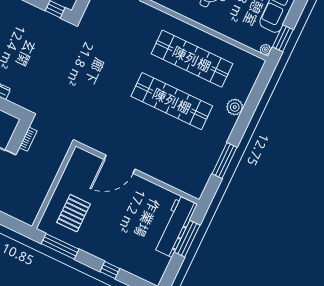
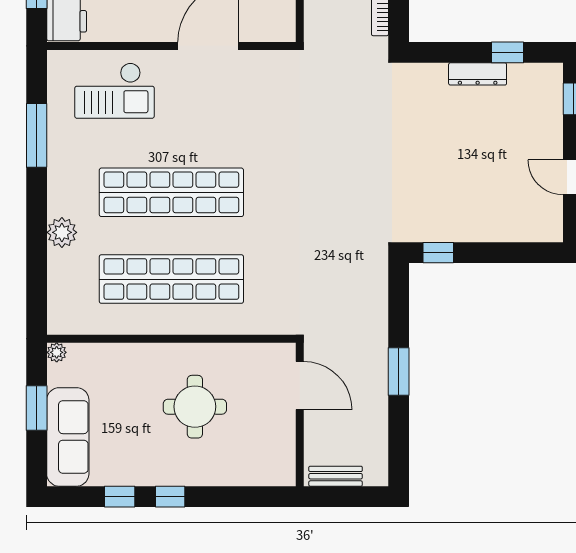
window: (283, 38) -> (37, 408), moved
checkout: (176, 164) -> (115, 91), added

